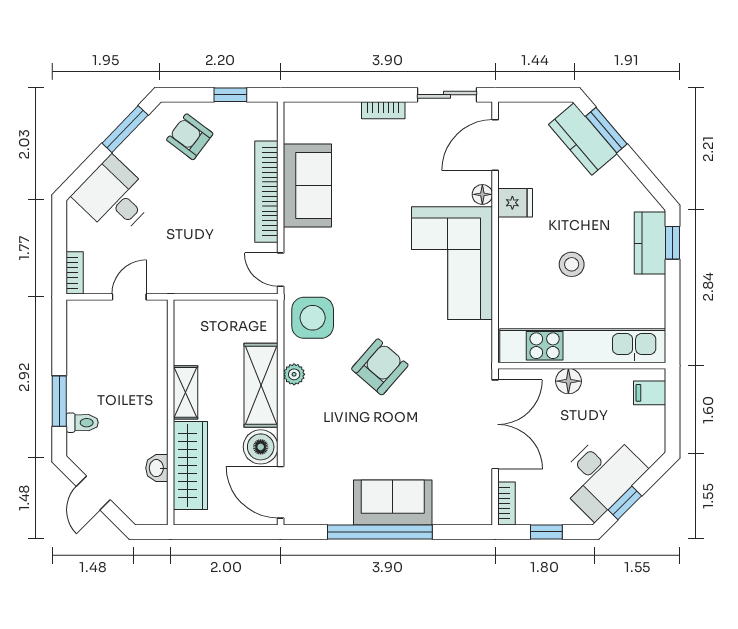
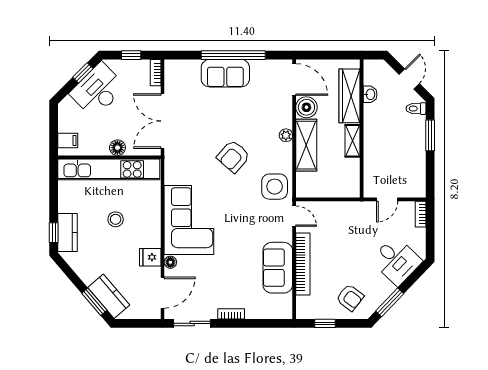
plant: (294, 374) -> (286, 135), moved
toilet: (82, 423) -> (416, 109), moved

